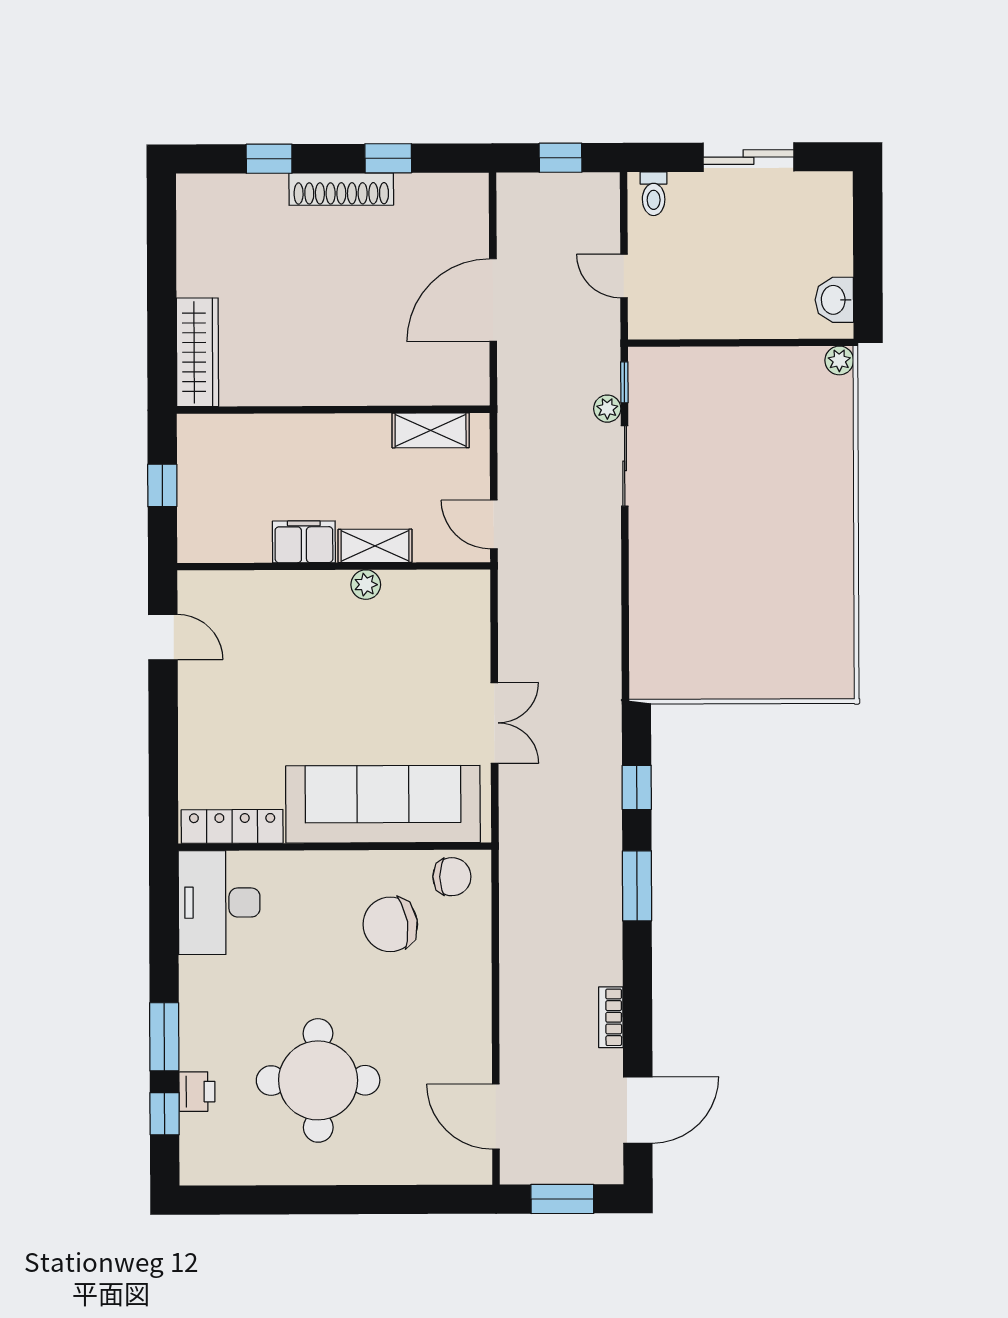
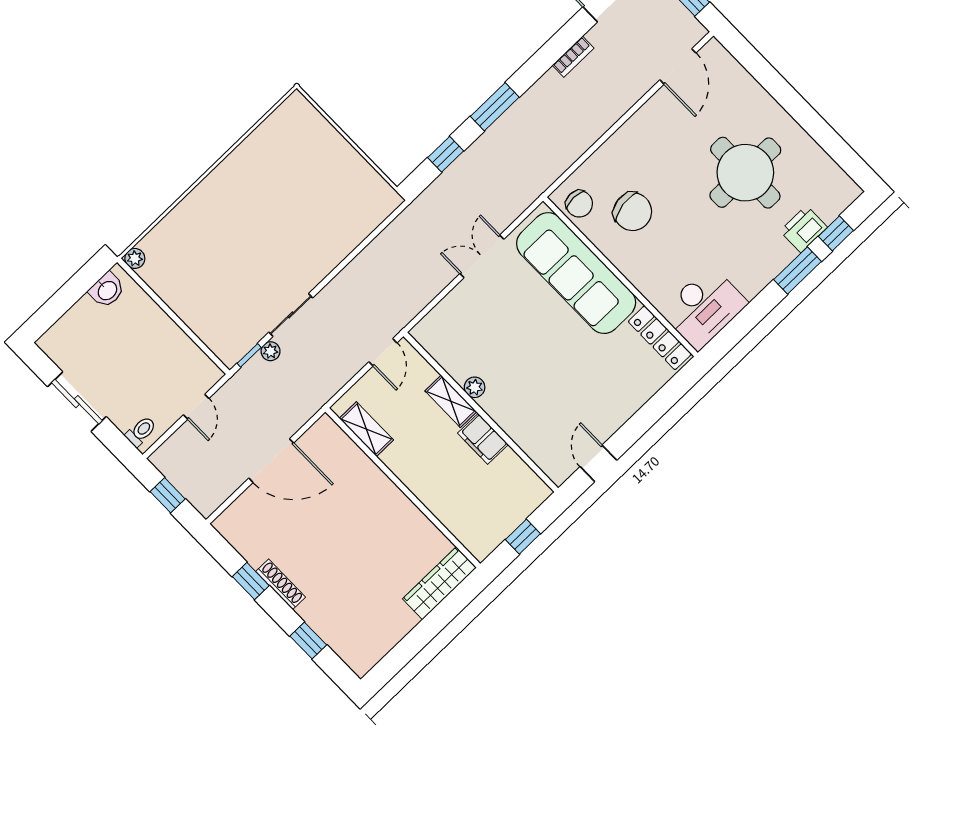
shoe rack: (341, 189) -> (281, 584), width x0.74, depth x0.81
chair: (452, 877) -> (579, 204), turned 180
printer: (197, 1092) -> (804, 229), width x1.36, depth x1.24

